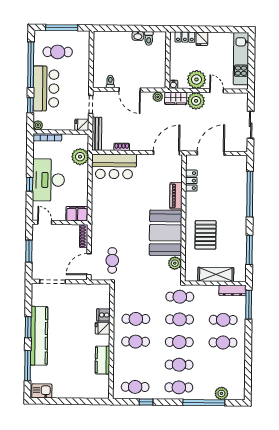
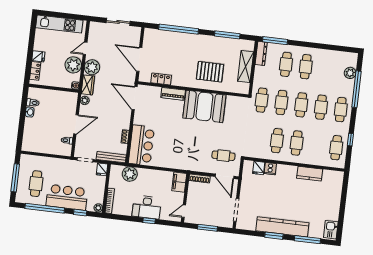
desk: (48, 180) -> (147, 207), width x0.73, depth x0.77
plant: (175, 263) -> (232, 101), removed
fridge: (103, 328) -> (259, 168), moved

